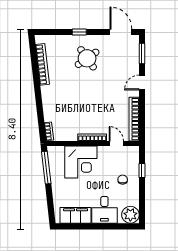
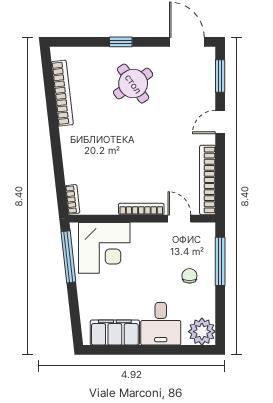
corner desk: (81, 162) -> (104, 248), moved
window: (142, 170) -> (220, 261), width x2.17

